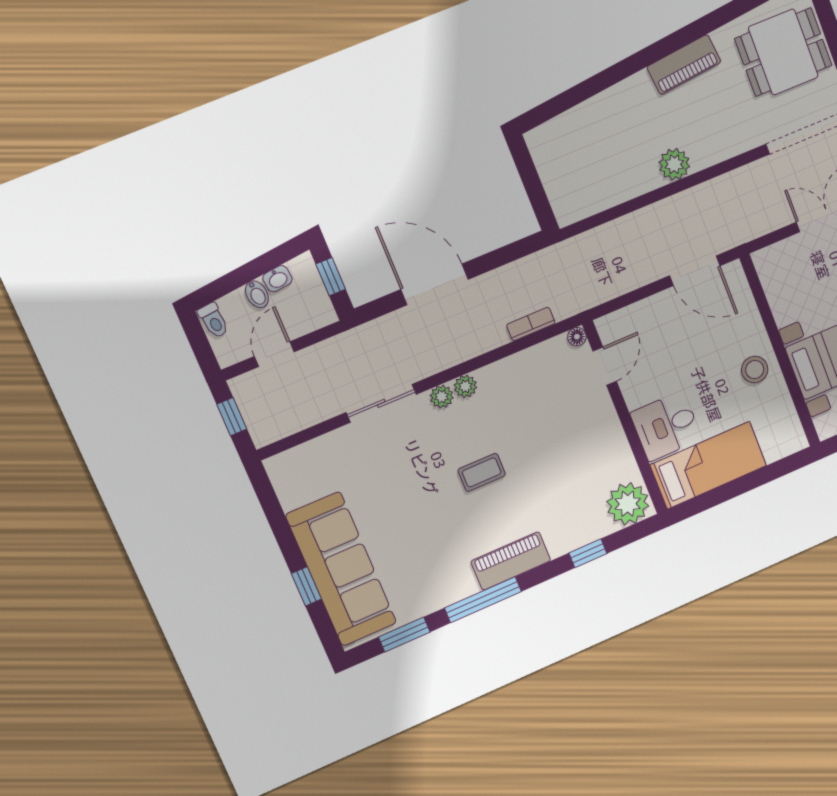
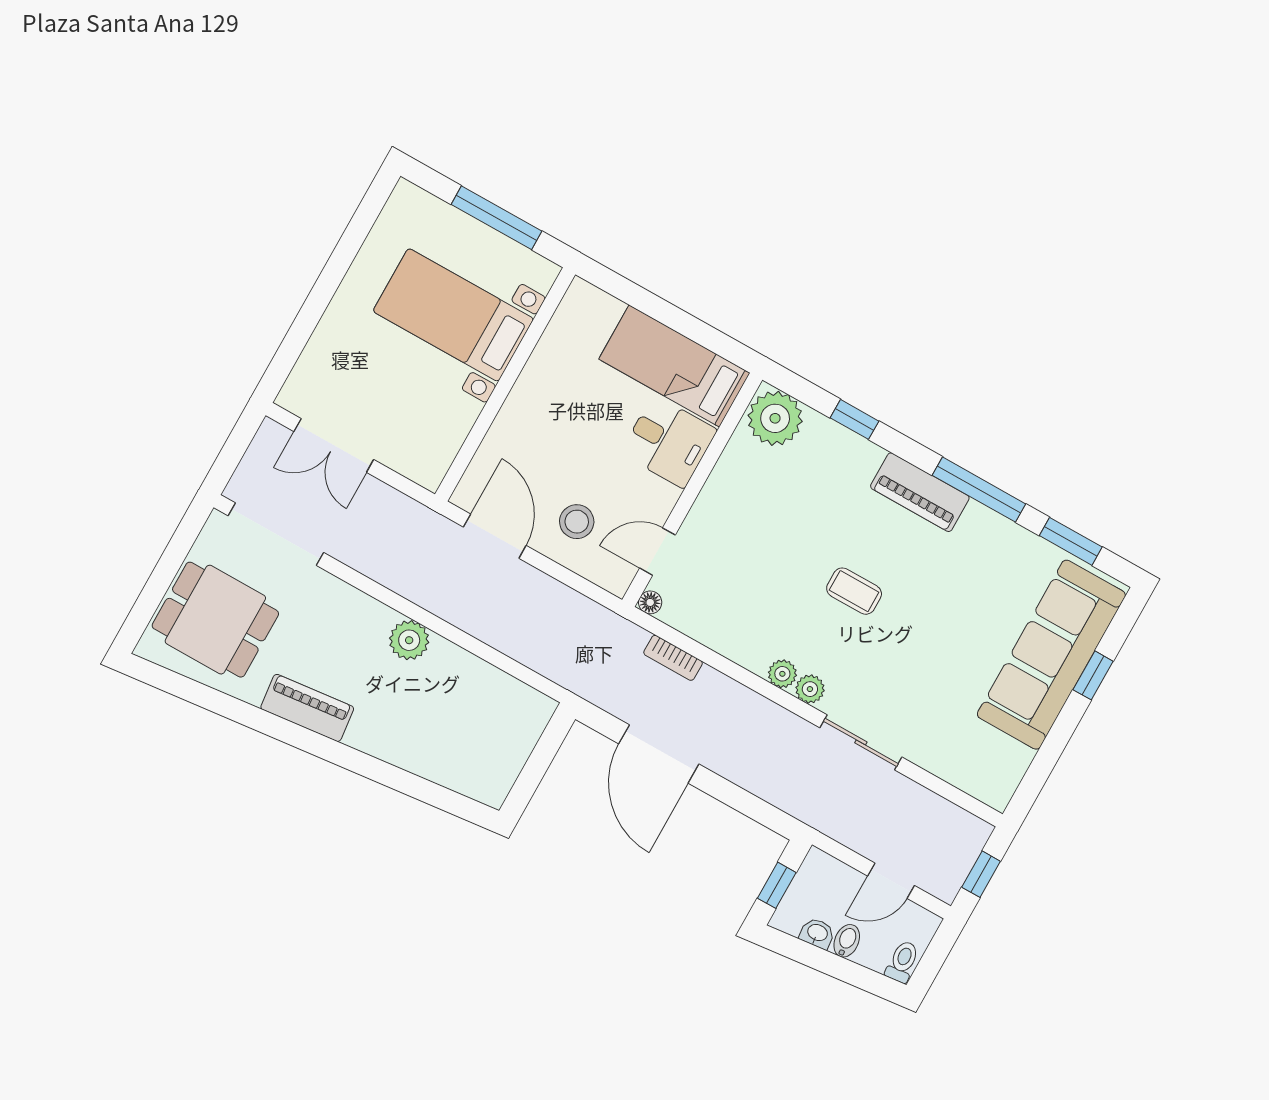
door: (435, 284) -> (659, 754), moved
stool: (755, 370) -> (577, 522), moved

